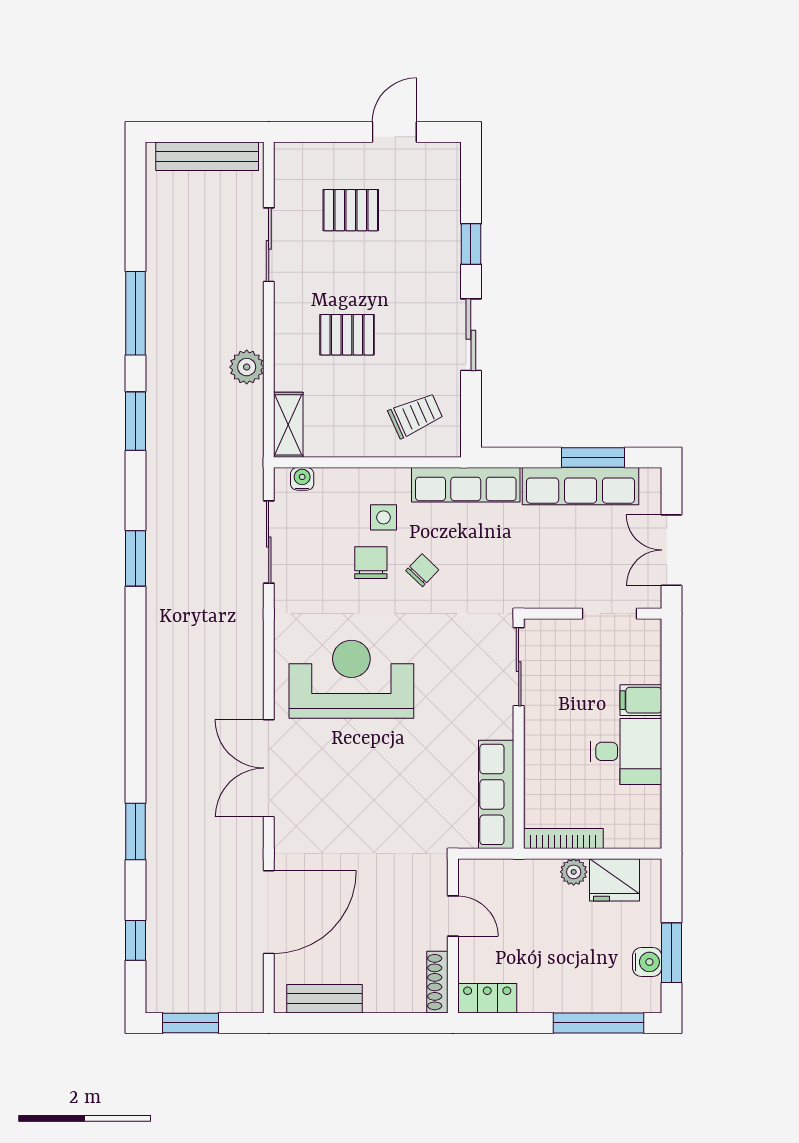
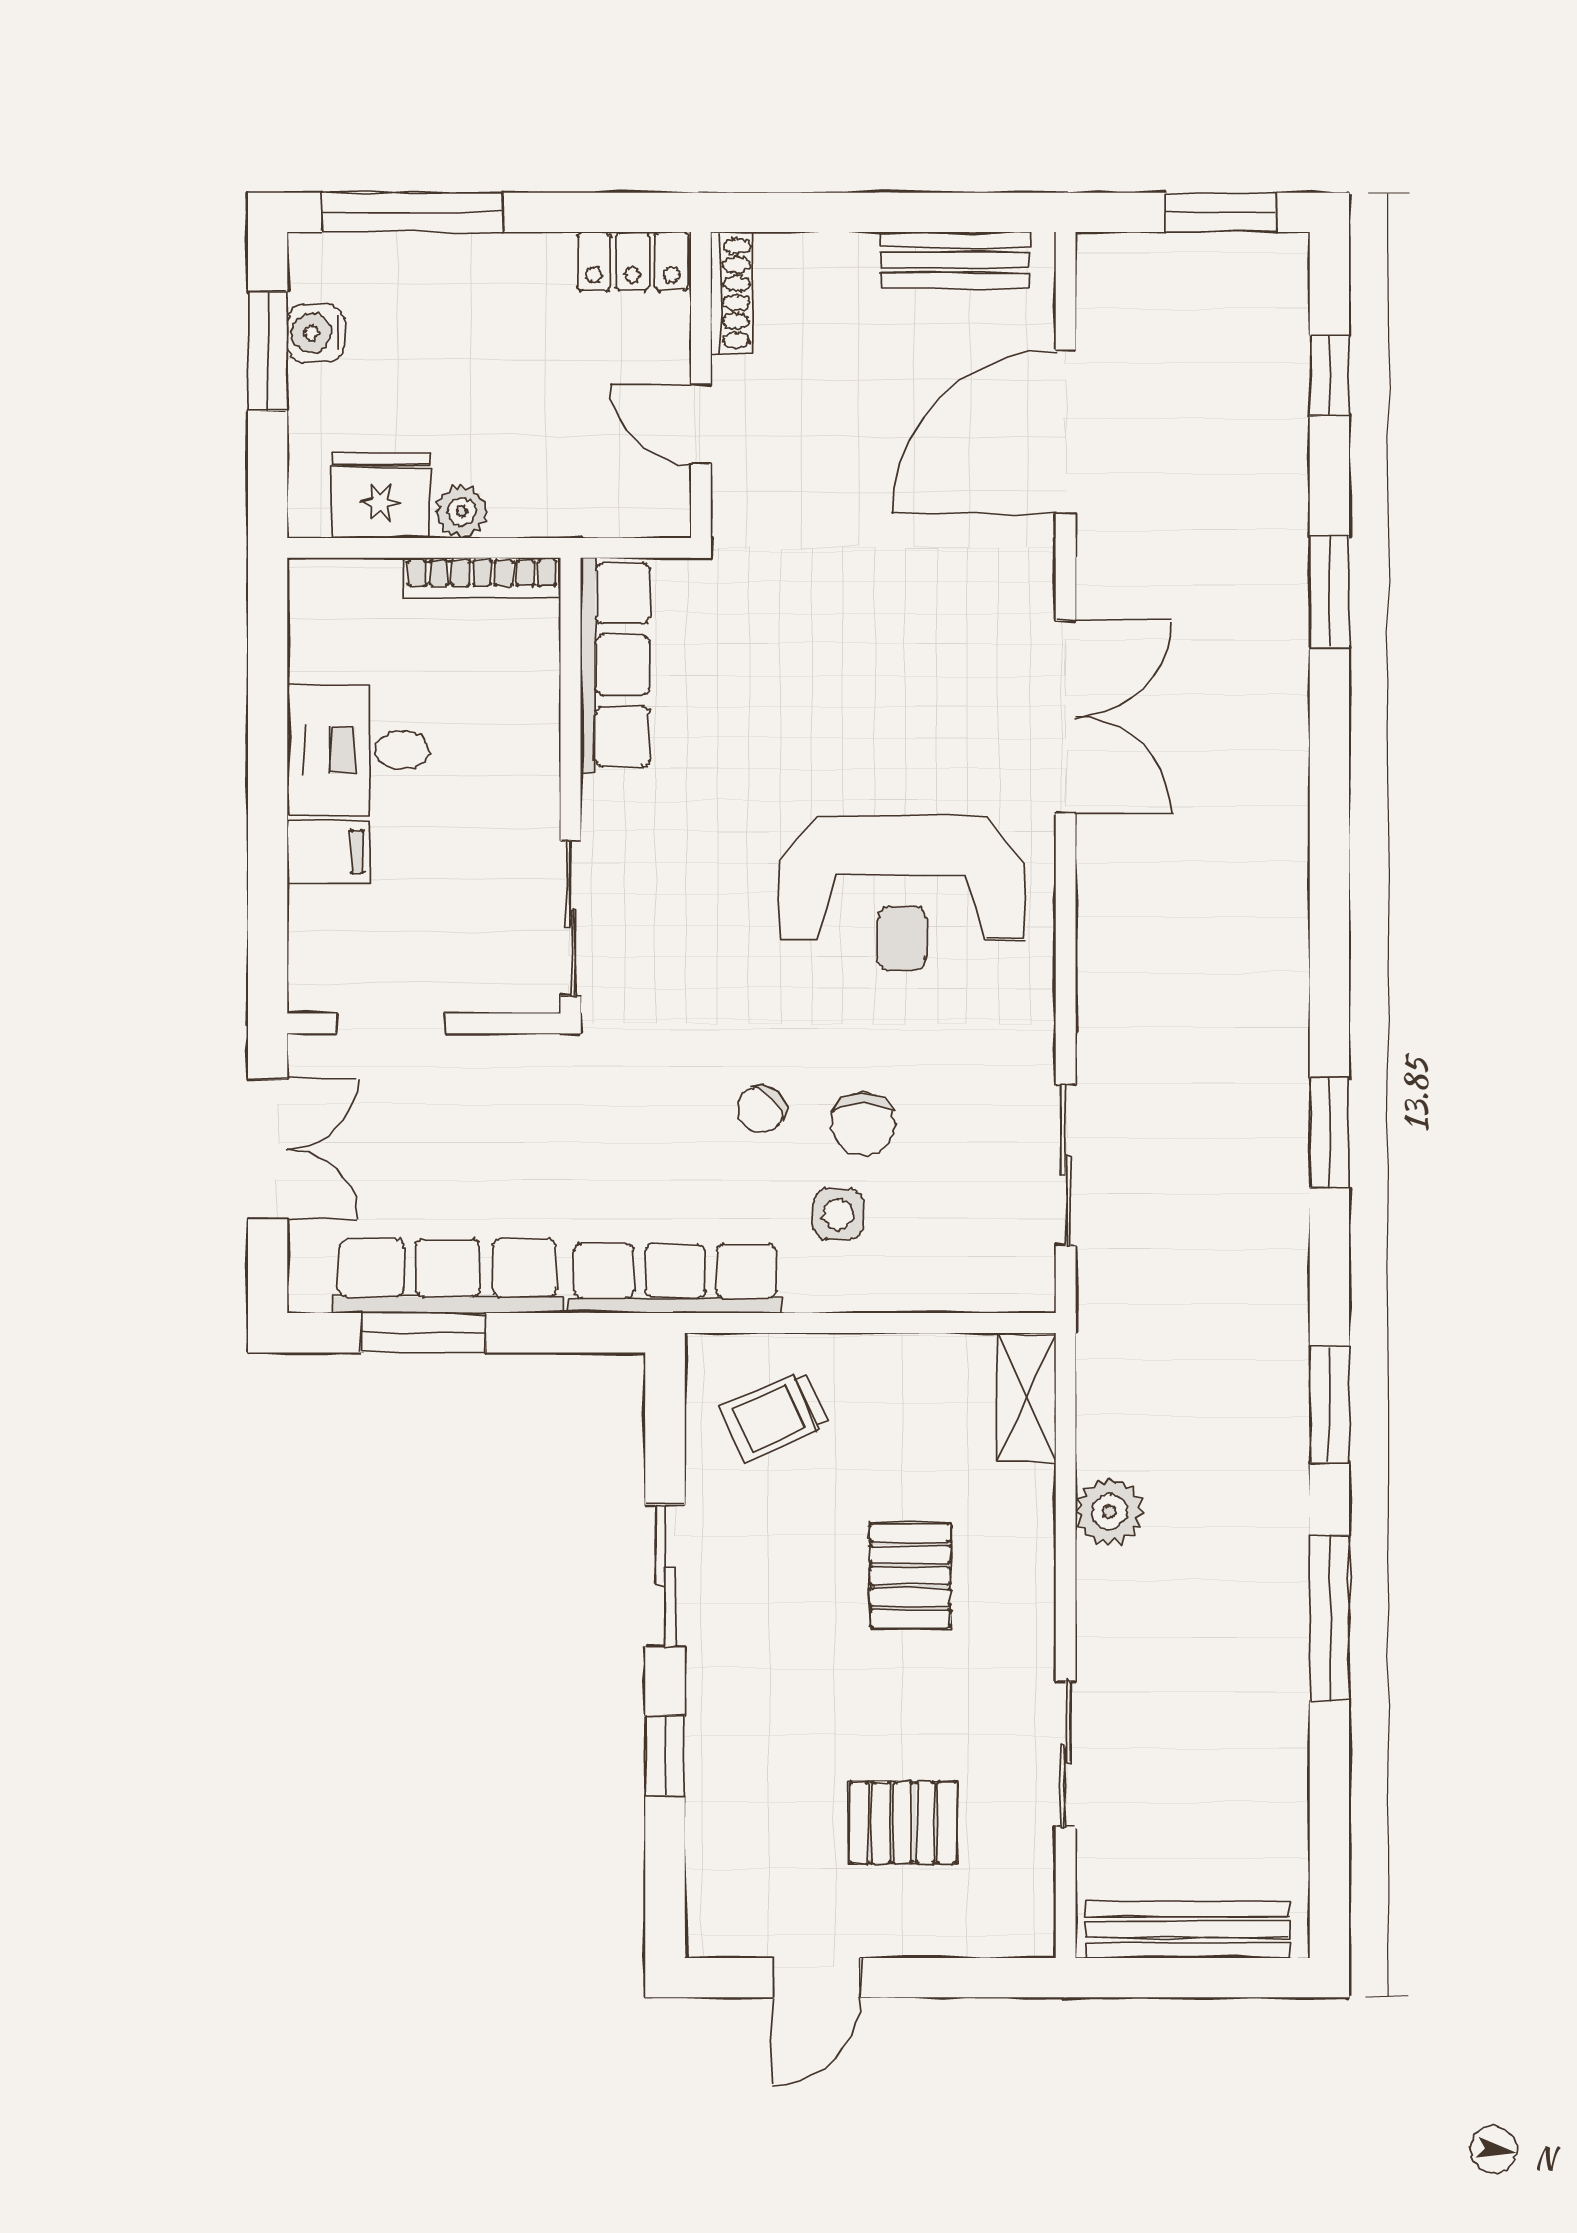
pallet: (347, 335) -> (910, 1576), turned 90
water cooler: (302, 479) -> (999, 1290), removed

